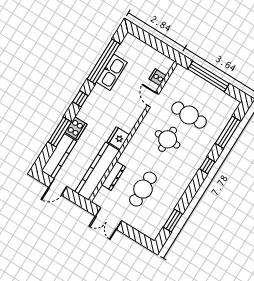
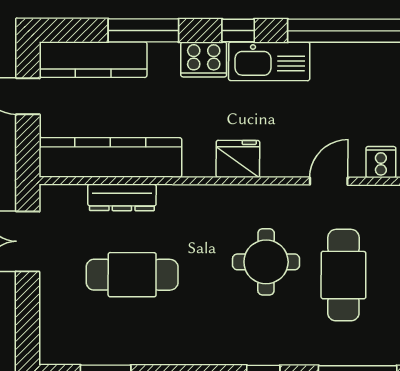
kitchen sink: (112, 72) -> (269, 61), moved
cooker: (76, 128) -> (204, 59), moved
fridge: (118, 138) -> (238, 159), moved

